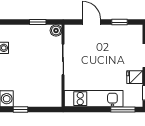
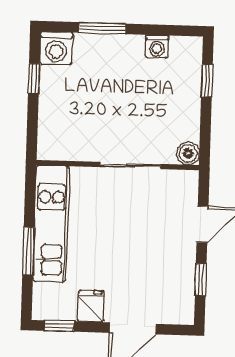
window: (38, 22) -> (207, 81), moved
window: (123, 110) -> (28, 251), moved

